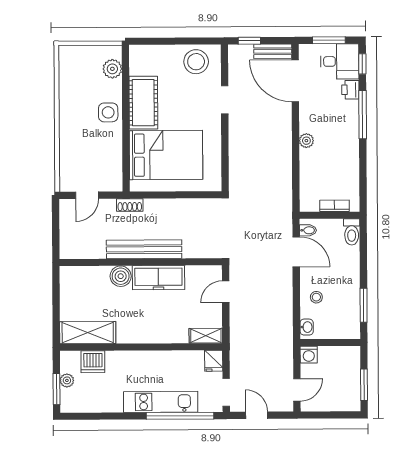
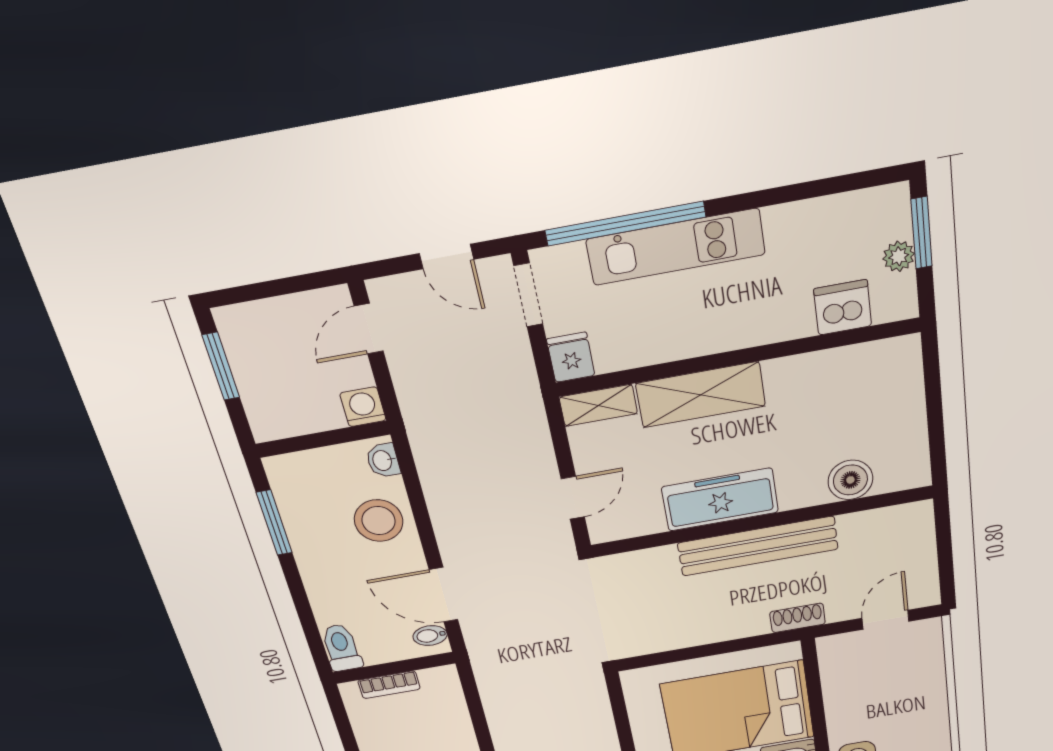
boiler: (121, 276) -> (850, 480), moved
stool: (316, 297) -> (379, 521), width x1.89, depth x1.89
shelving: (88, 333) -> (701, 395), moved

